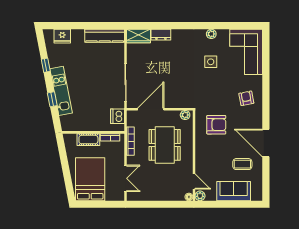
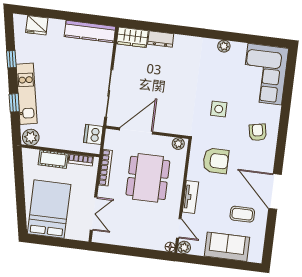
side table: (211, 62) -> (219, 109), moved
plant: (69, 125) -> (31, 137), added
tv unit: (200, 156) -> (190, 197), added

